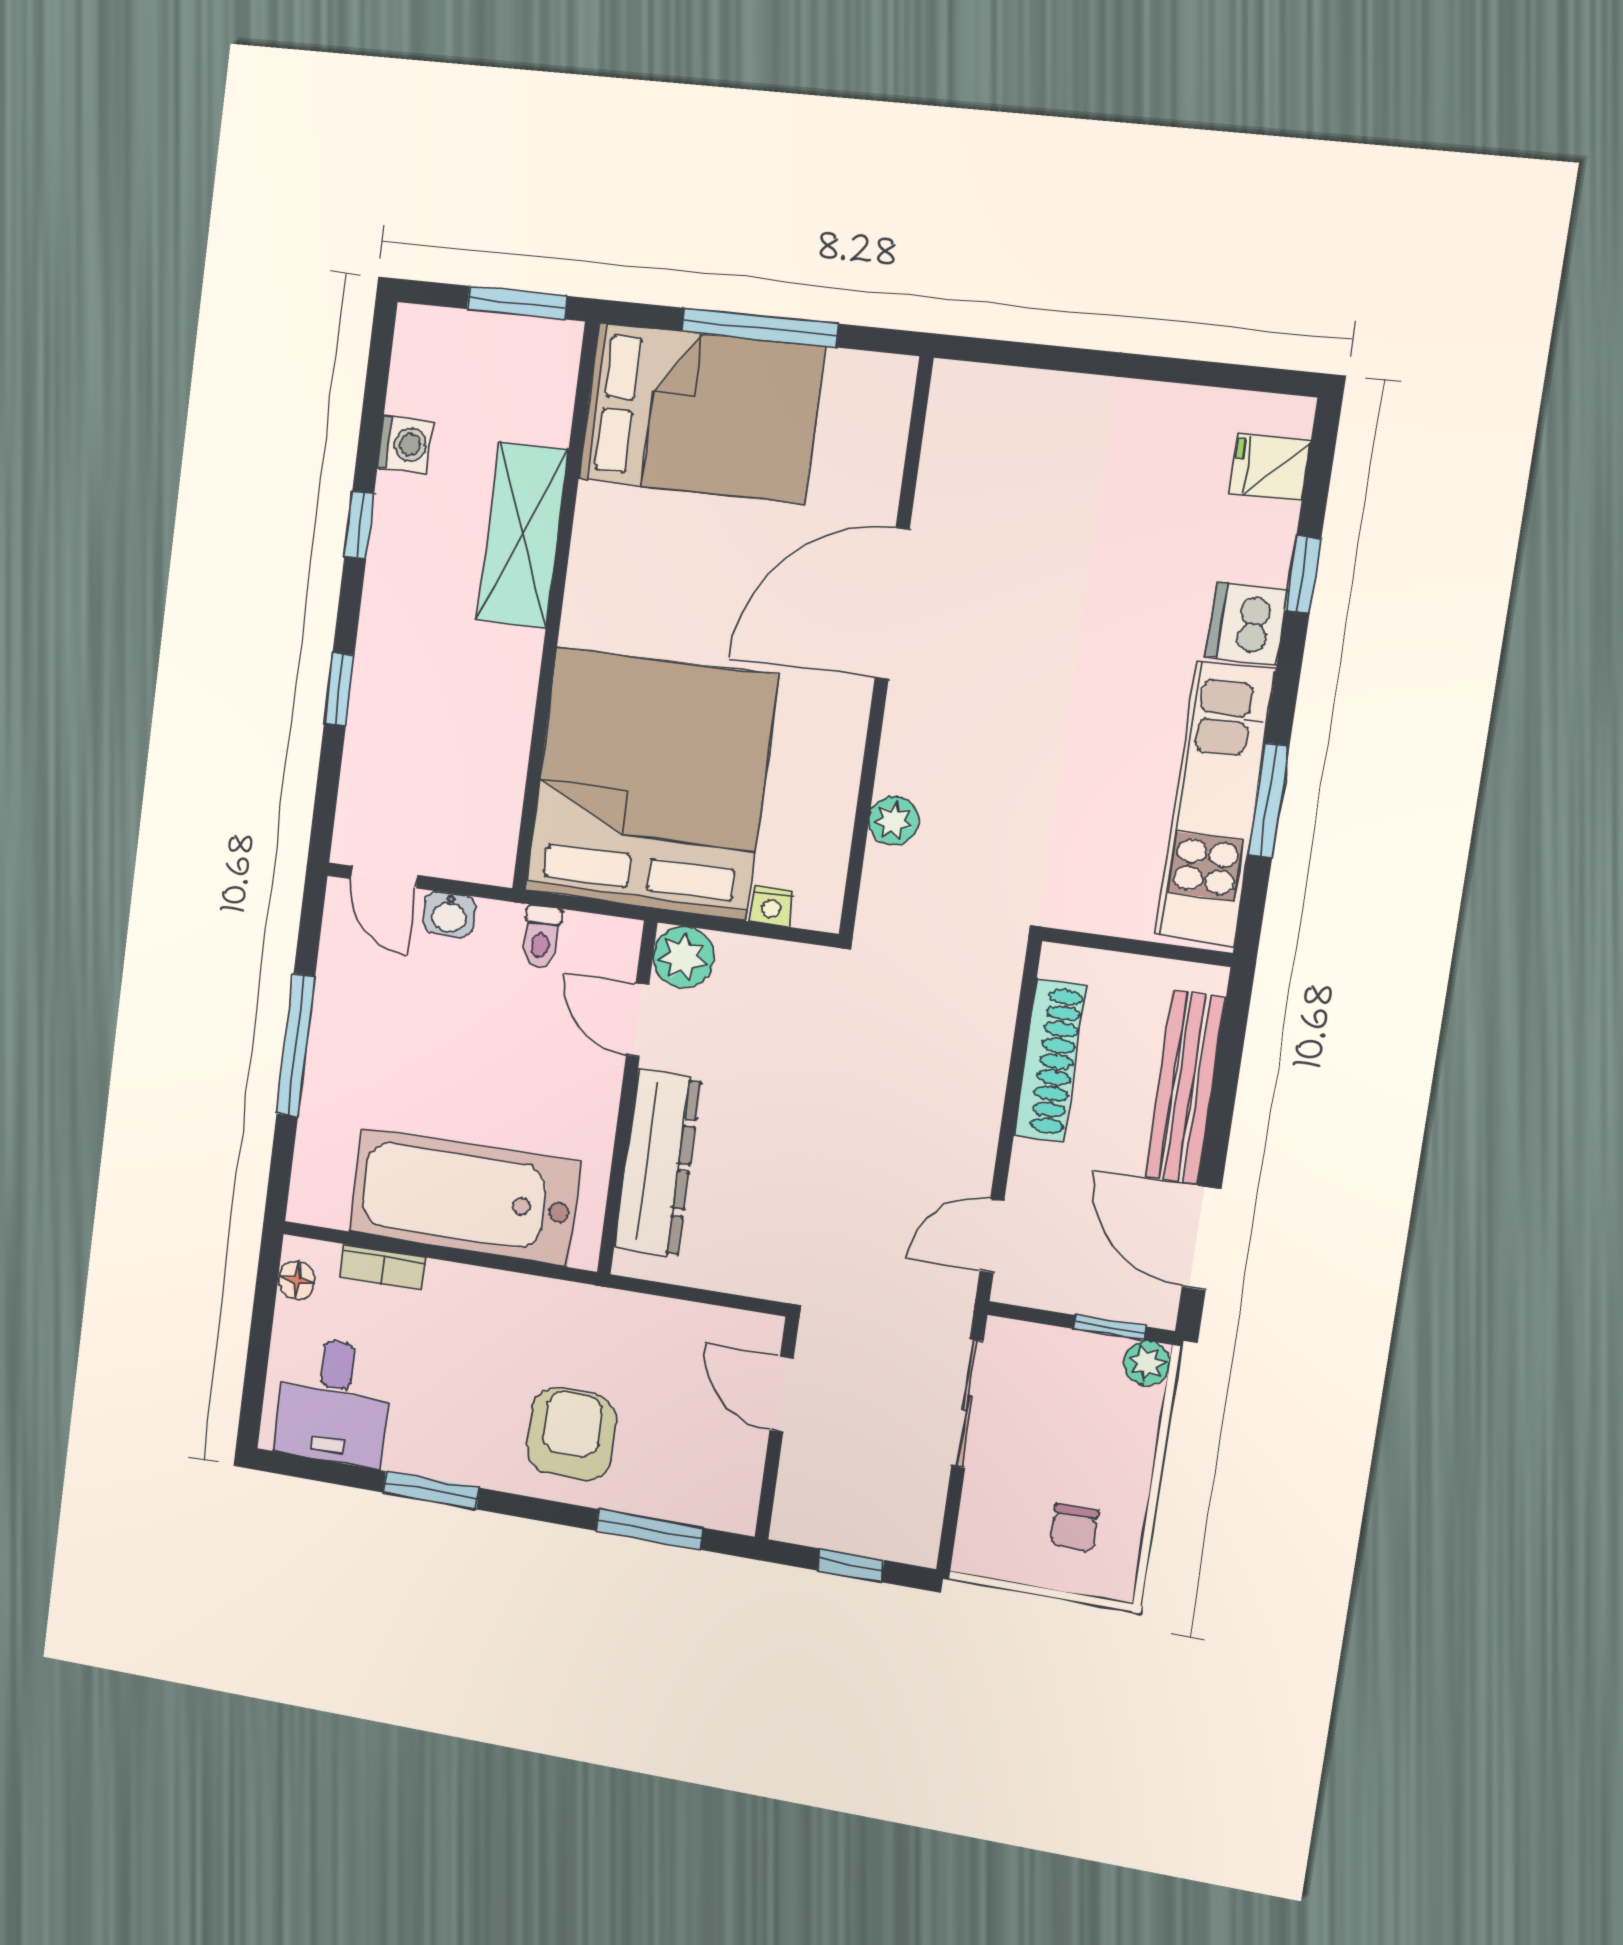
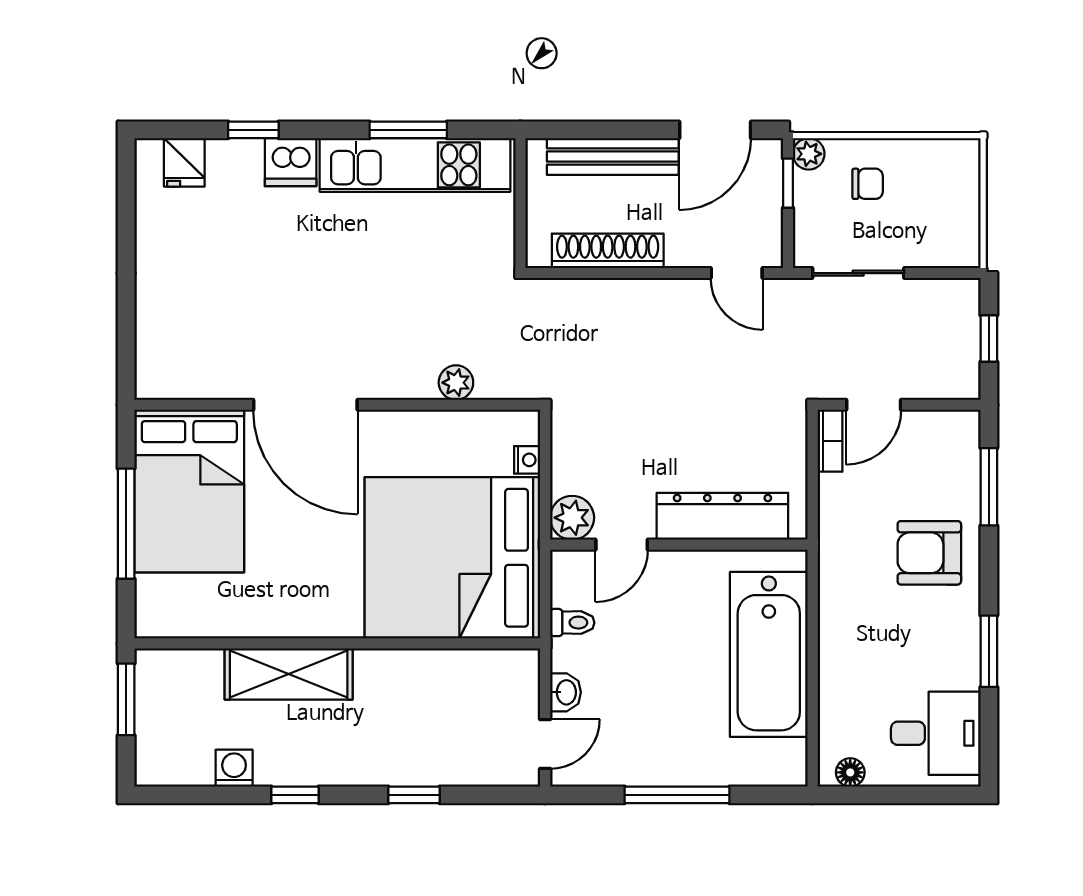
bed: (701, 413) -> (189, 491), moved, turned 180
bookcase: (383, 1267) -> (830, 441), moved
chair: (1074, 1528) -> (868, 184), moved

